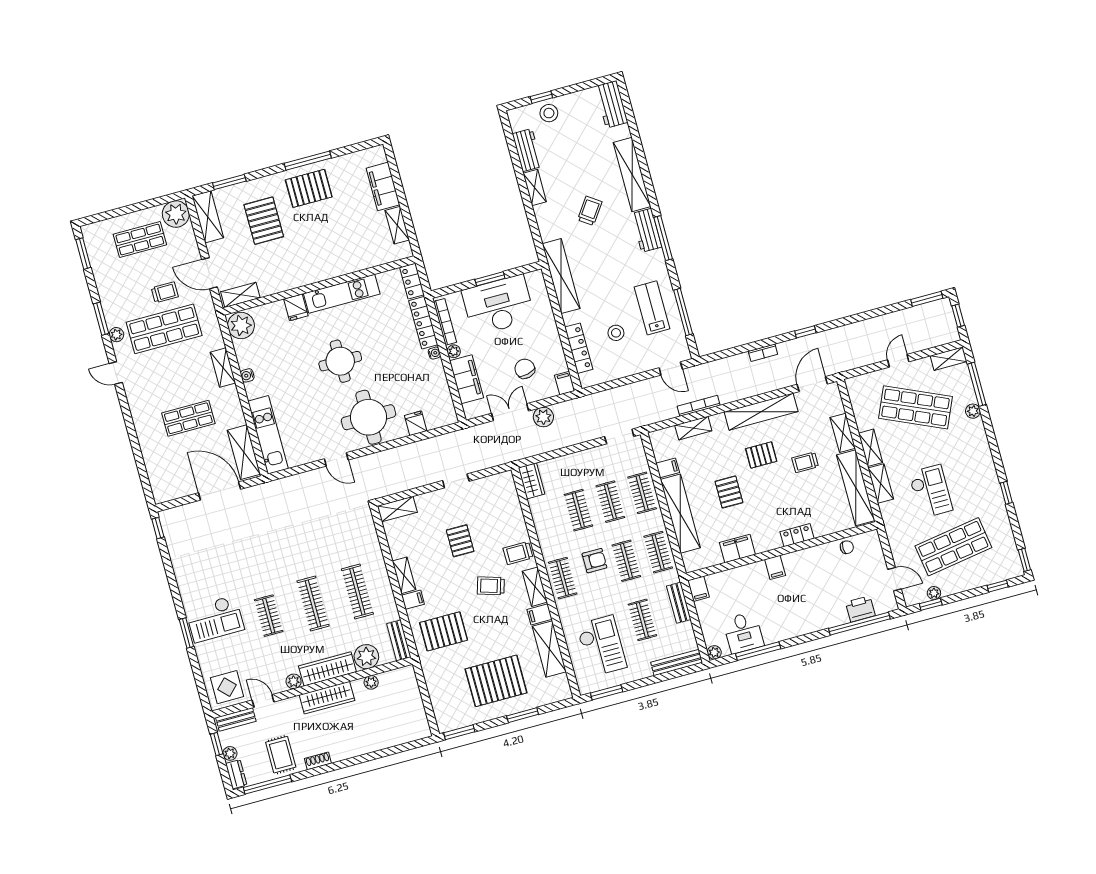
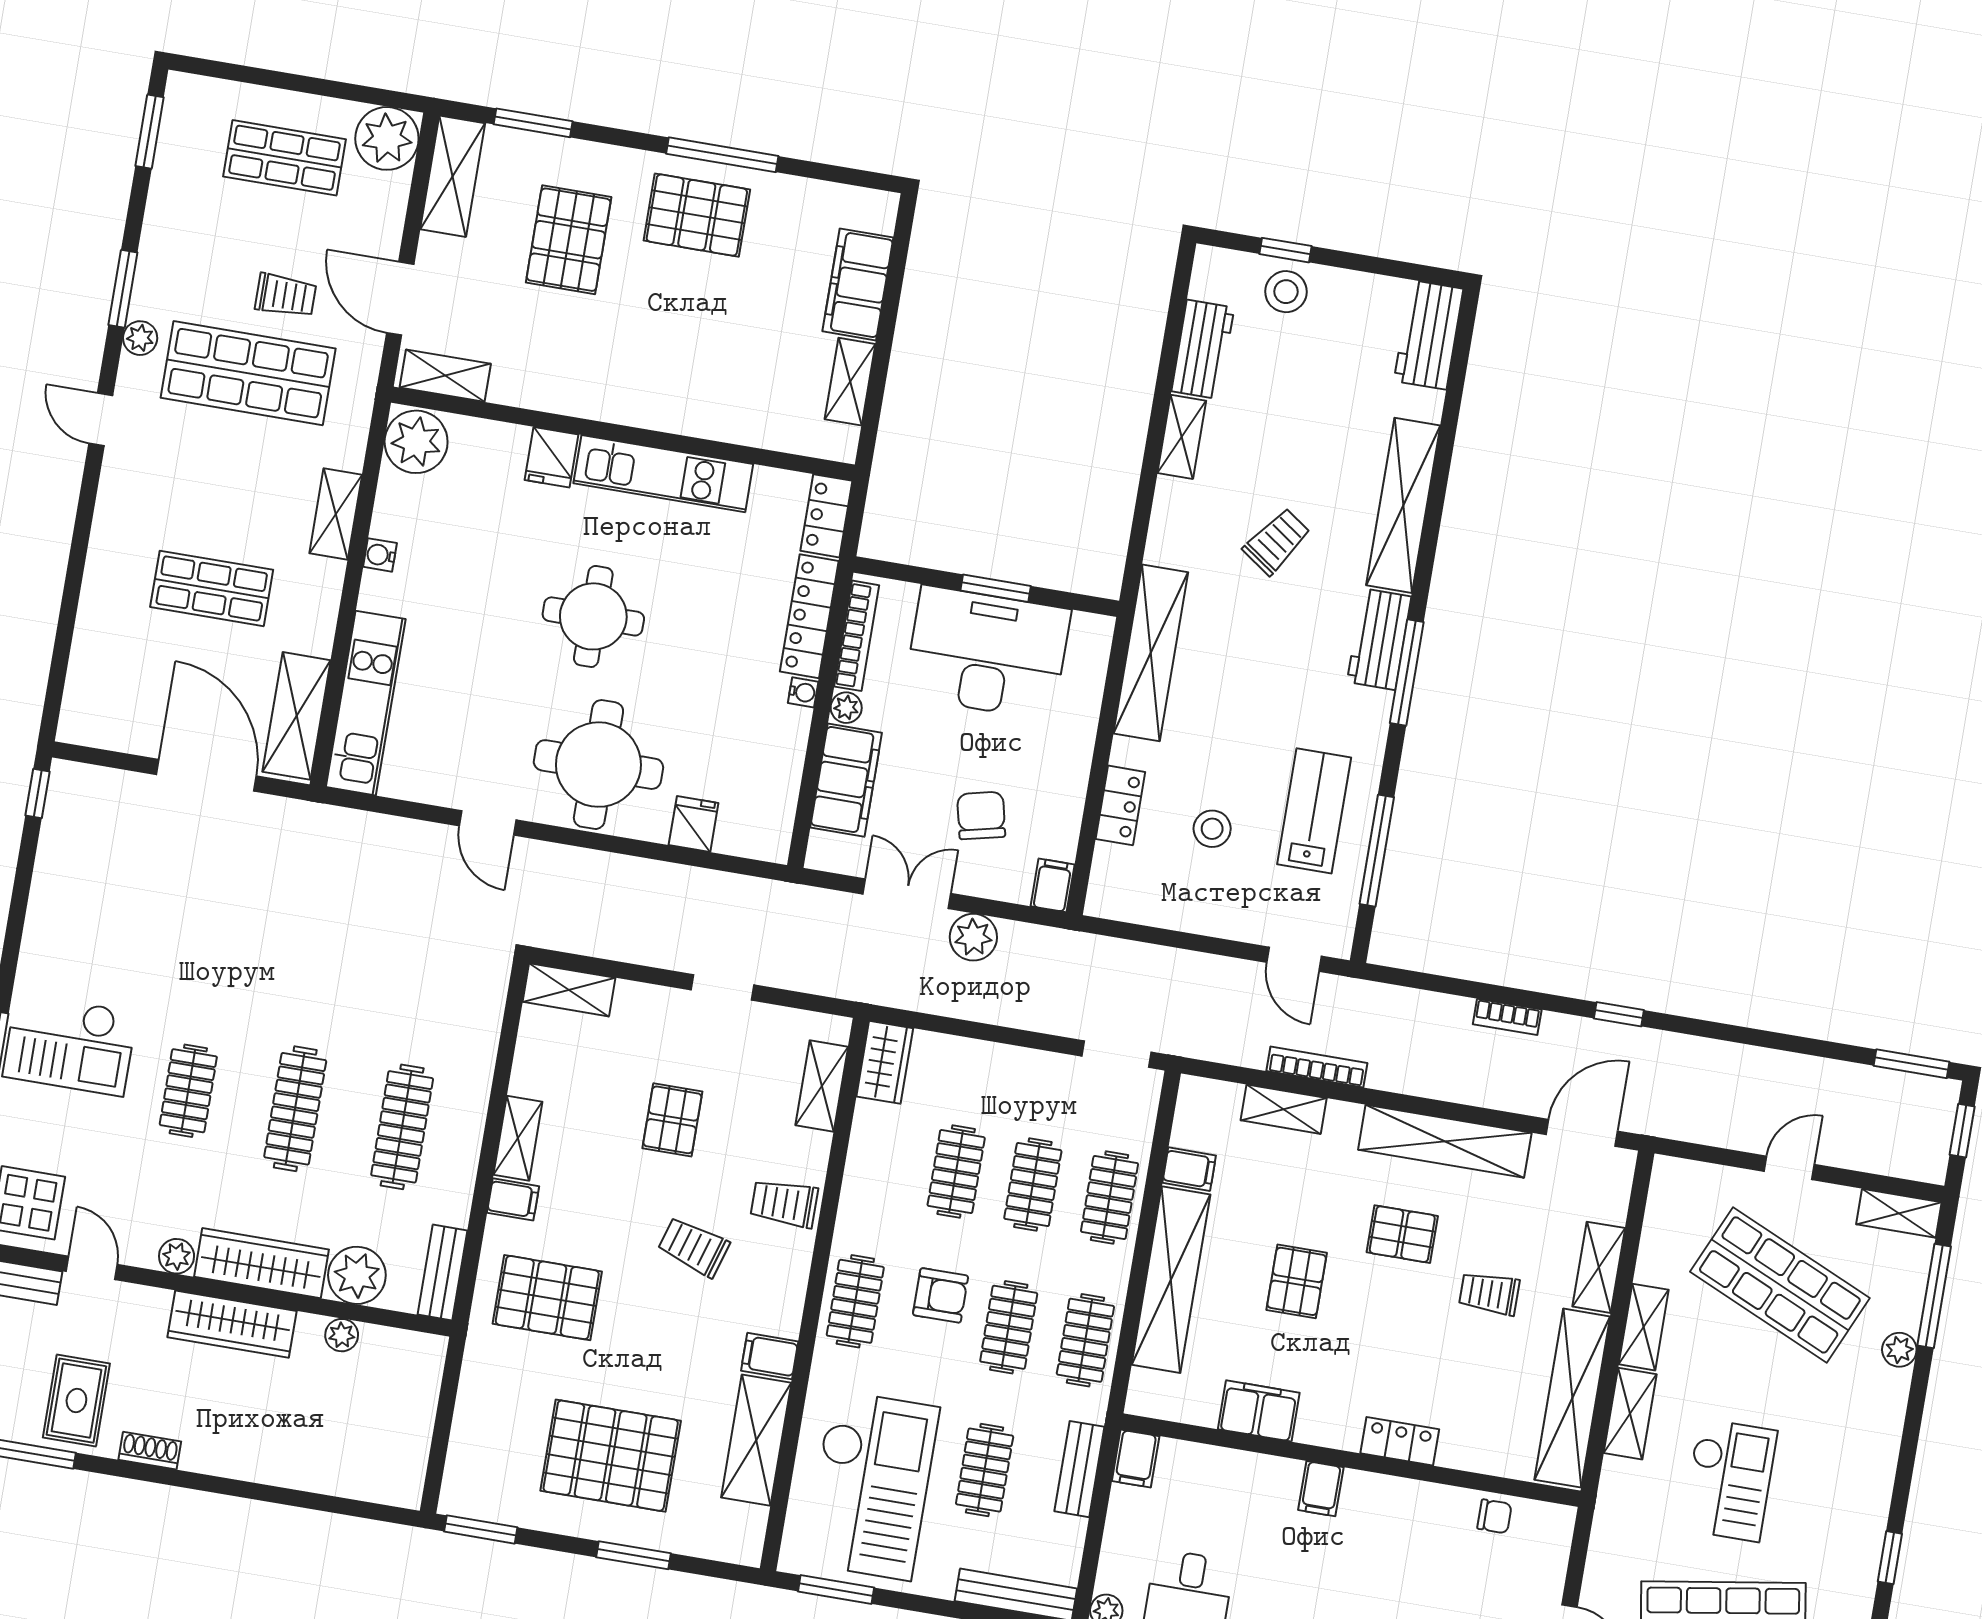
locker: (579, 348) -> (1120, 805), width x0.66
shelving: (535, 587) -> (822, 1086), moved
checkout: (602, 646) -> (871, 1485), width x1.36, depth x1.21

